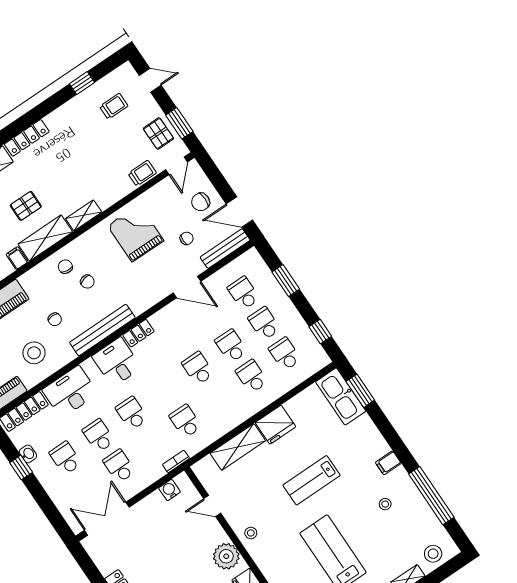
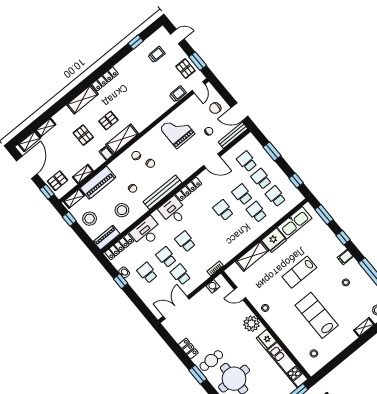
shelving: (84, 215) -> (144, 123), removed
locker: (138, 333) -> (189, 189), width x1.53
kitchen sink: (341, 396) -> (294, 223), moved, turned -90
school desk: (185, 421) -> (219, 243), removed
window: (388, 431) -> (343, 238), added

